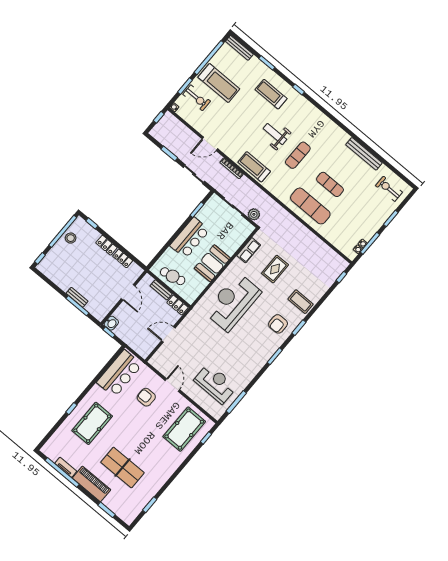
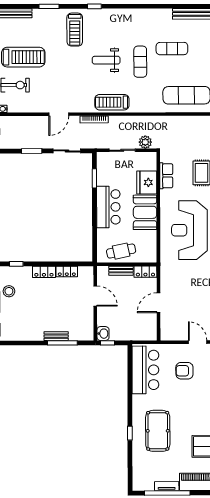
treadmill: (271, 94) -> (75, 30), turned -90
exercise mat: (330, 184) -> (172, 49), moved
fridge: (231, 243) -> (147, 182), added

